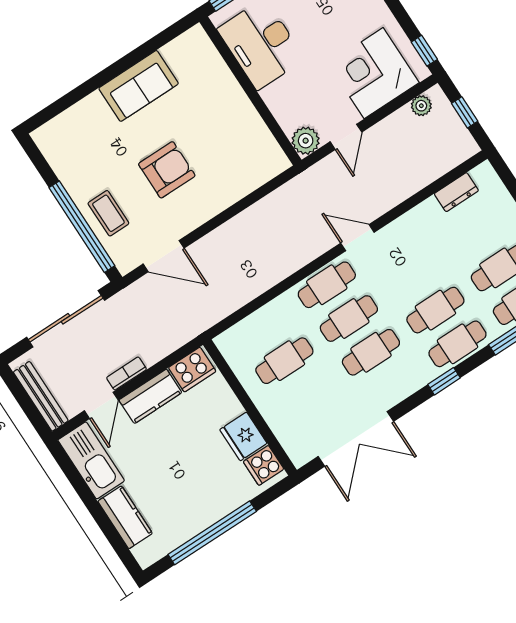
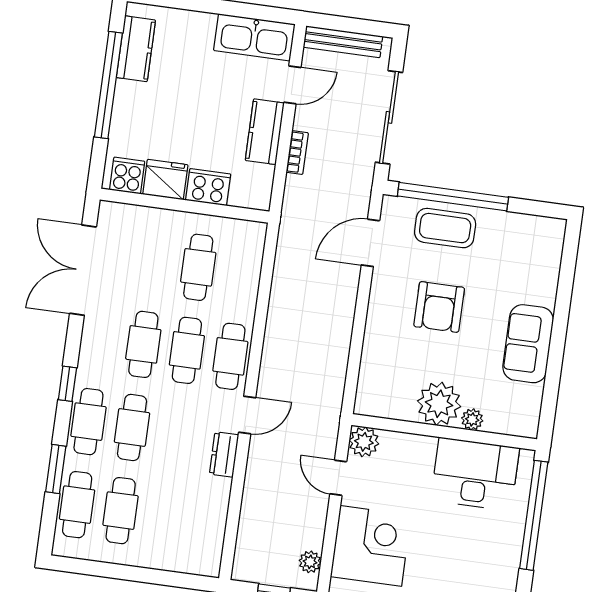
plant: (225, 79) -> (472, 419), added
plant: (234, 112) -> (439, 404), added
dresser: (456, 192) -> (224, 454), moved
coffee table: (108, 213) -> (445, 228), width x1.36, depth x1.30
cooker: (192, 369) -> (208, 187), moved, turned 90
bookcase: (127, 373) -> (297, 152), moved
door: (101, 405) -> (292, 85), swing flipped
kitchen counter: (125, 517) -> (136, 49), moved, turned -90

